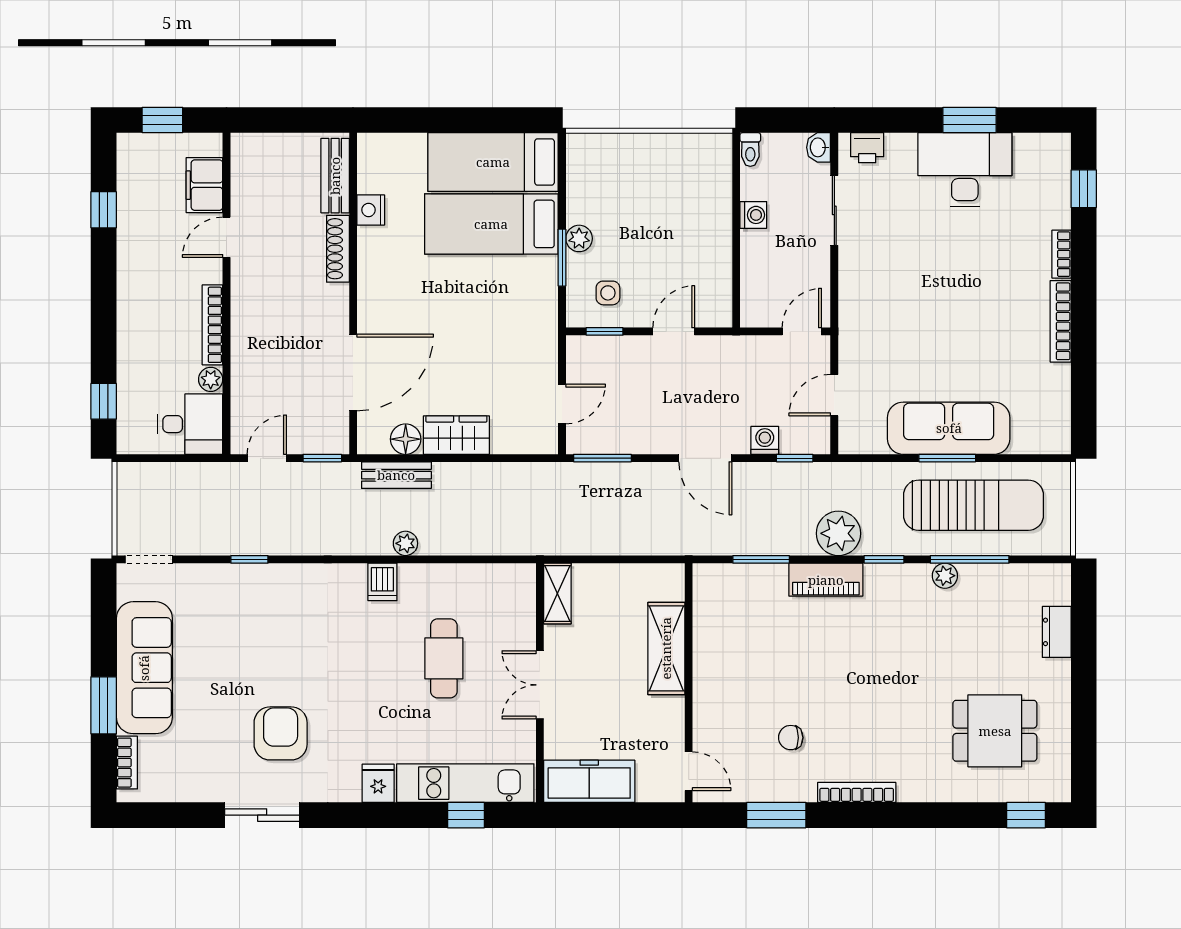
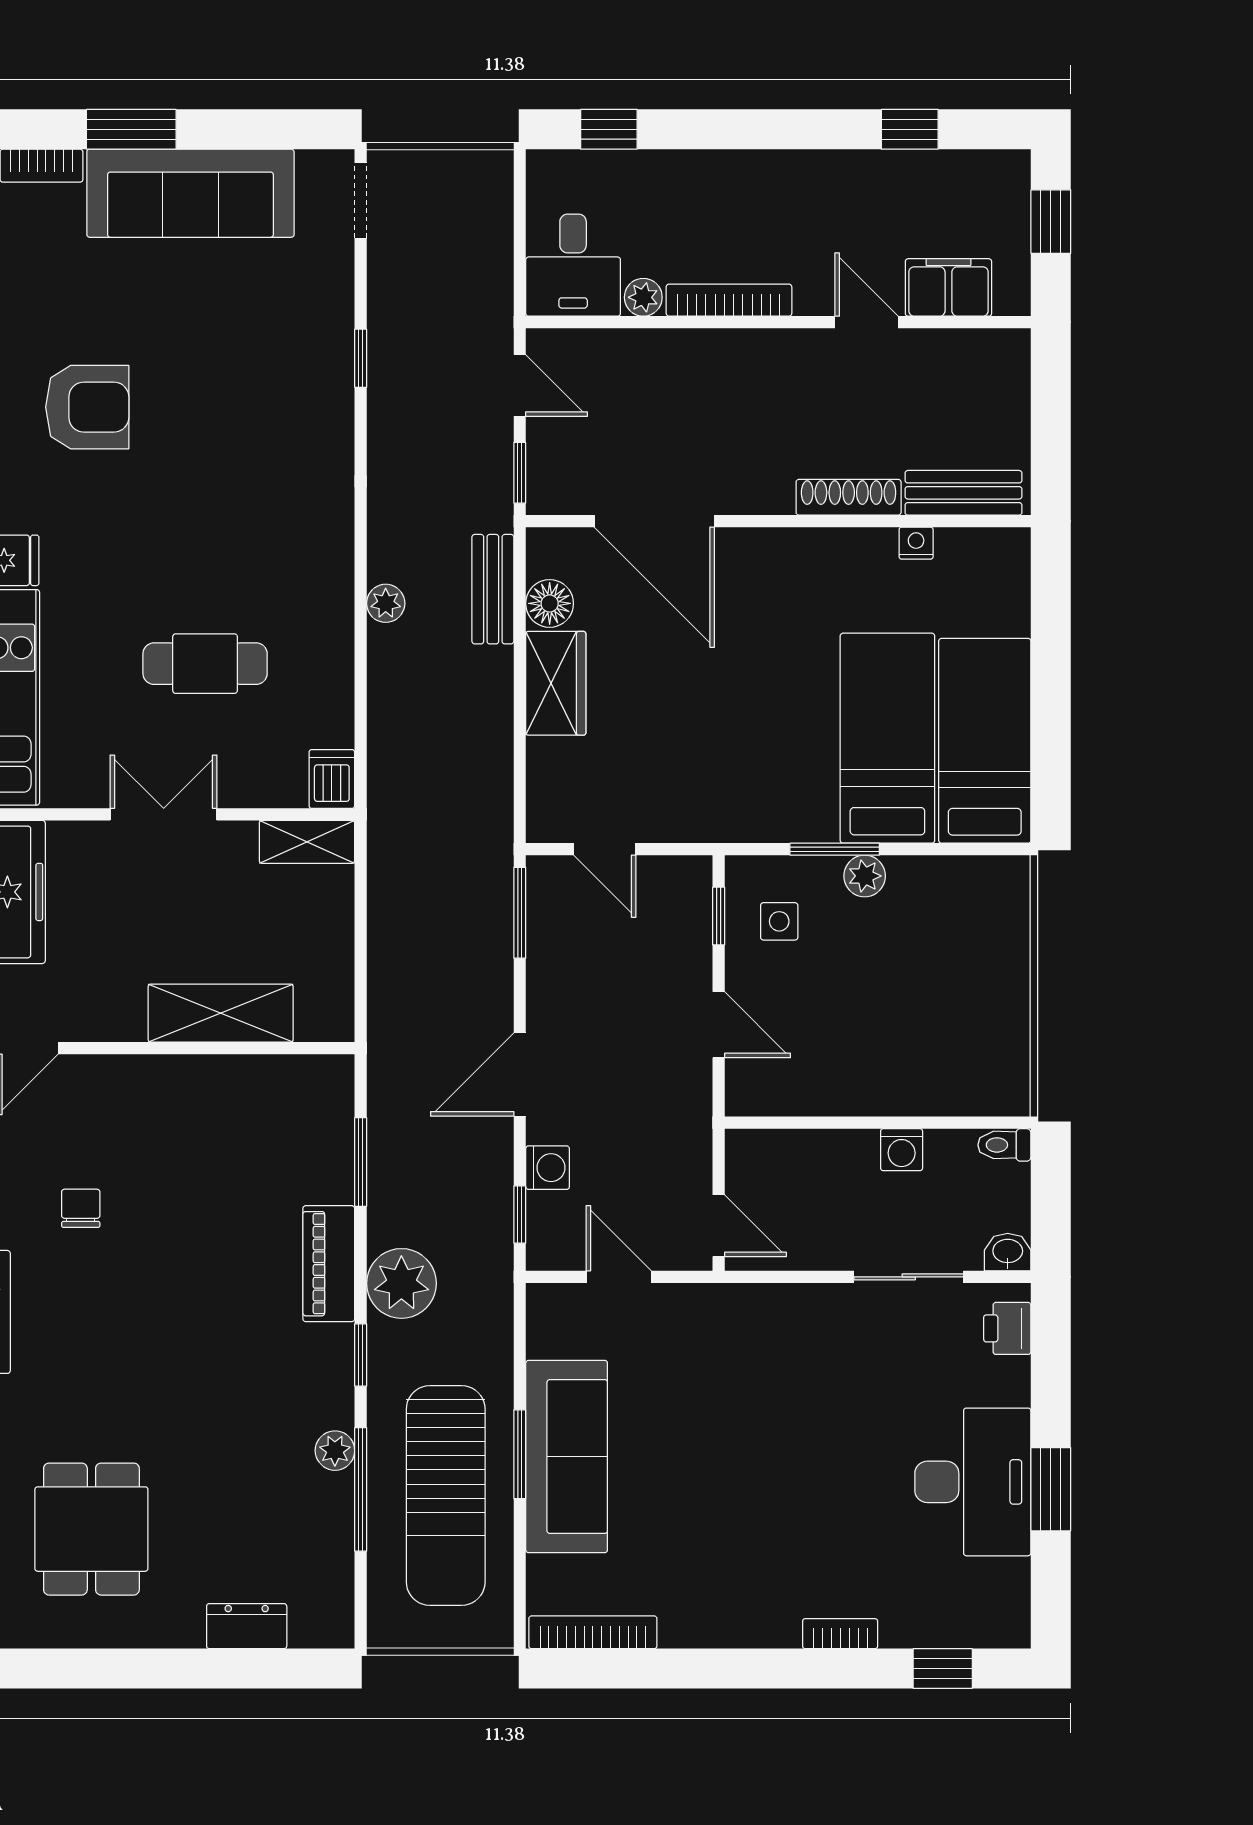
nightstand: (371, 210) -> (916, 543), width x0.72, depth x0.74
bookcase: (1061, 321) -> (593, 1632), moved
dishwasher: (382, 582) -> (332, 779), moved, turned 90

